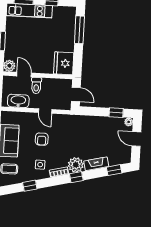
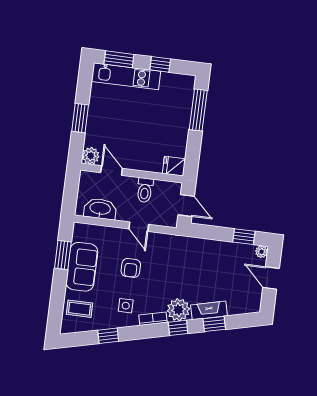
fridge: (64, 63) -> (174, 166), width x0.53, depth x0.75
toilet: (36, 86) -> (145, 190), moved
window: (114, 170) -> (214, 324), moved

